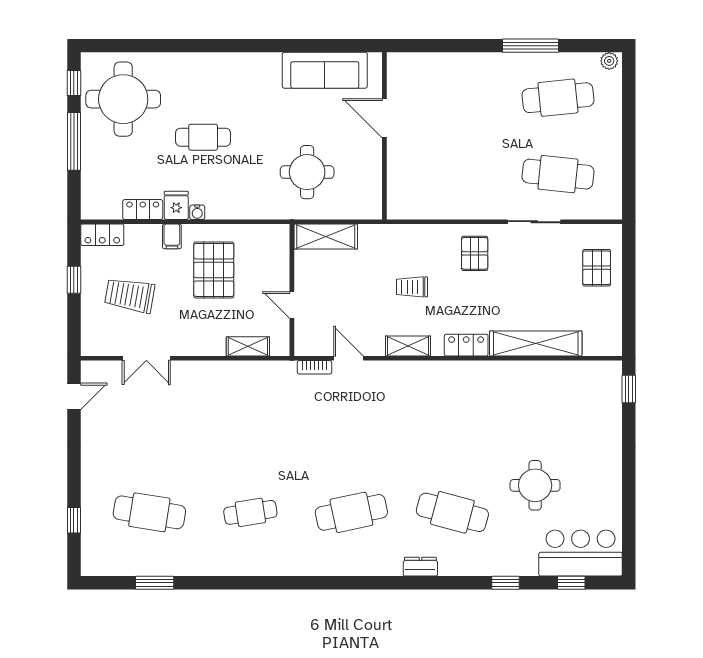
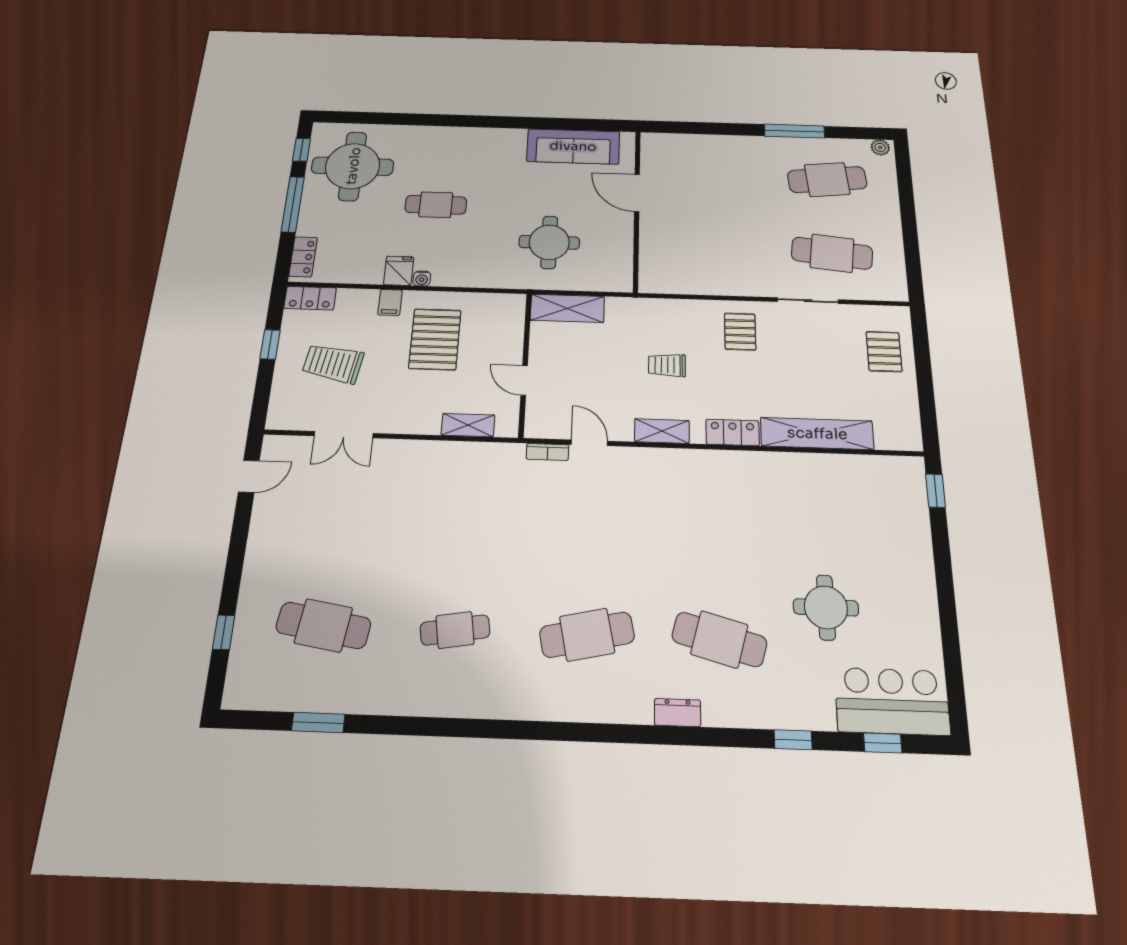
locker: (143, 210) -> (303, 257), moved, turned 90

